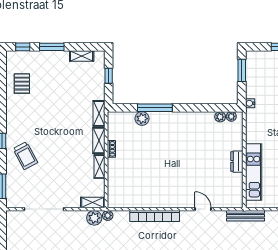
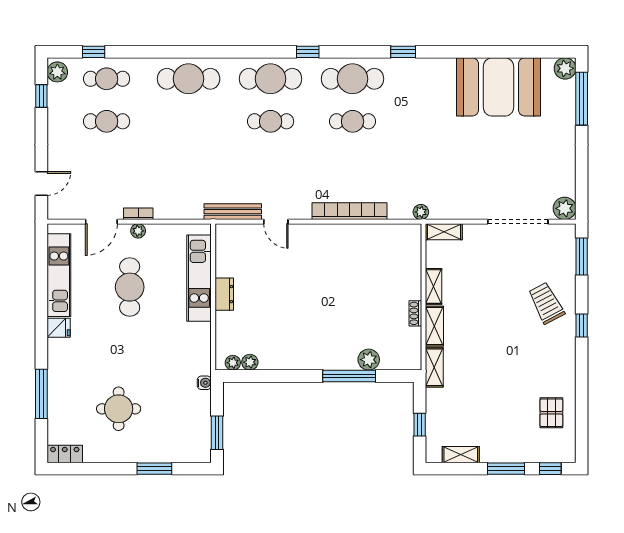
bench: (245, 216) -> (233, 212), moved
plant: (94, 218) -> (565, 208), moved

